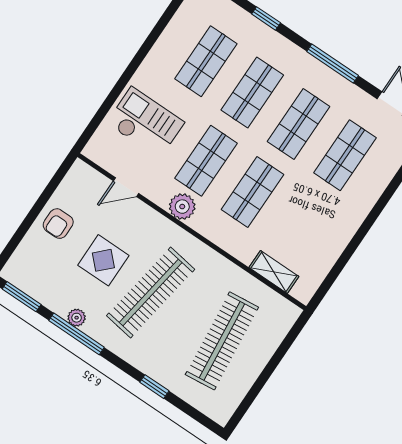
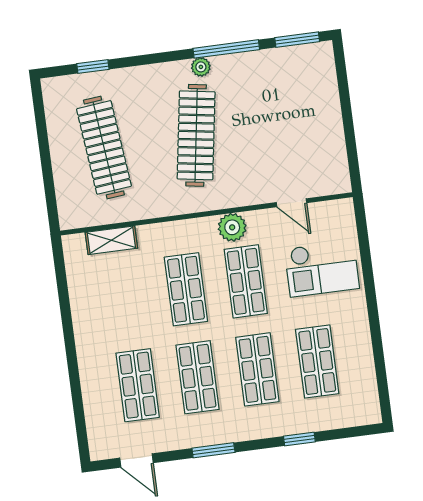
window: (333, 63) -> (213, 450), width x0.69
door: (126, 187) -> (291, 203), swing flipped
armchair: (58, 224) -> (320, 125), removed
display table: (103, 260) -> (257, 128), removed
plant: (77, 318) -> (201, 67), moved
window: (154, 387) -> (93, 66), moved

